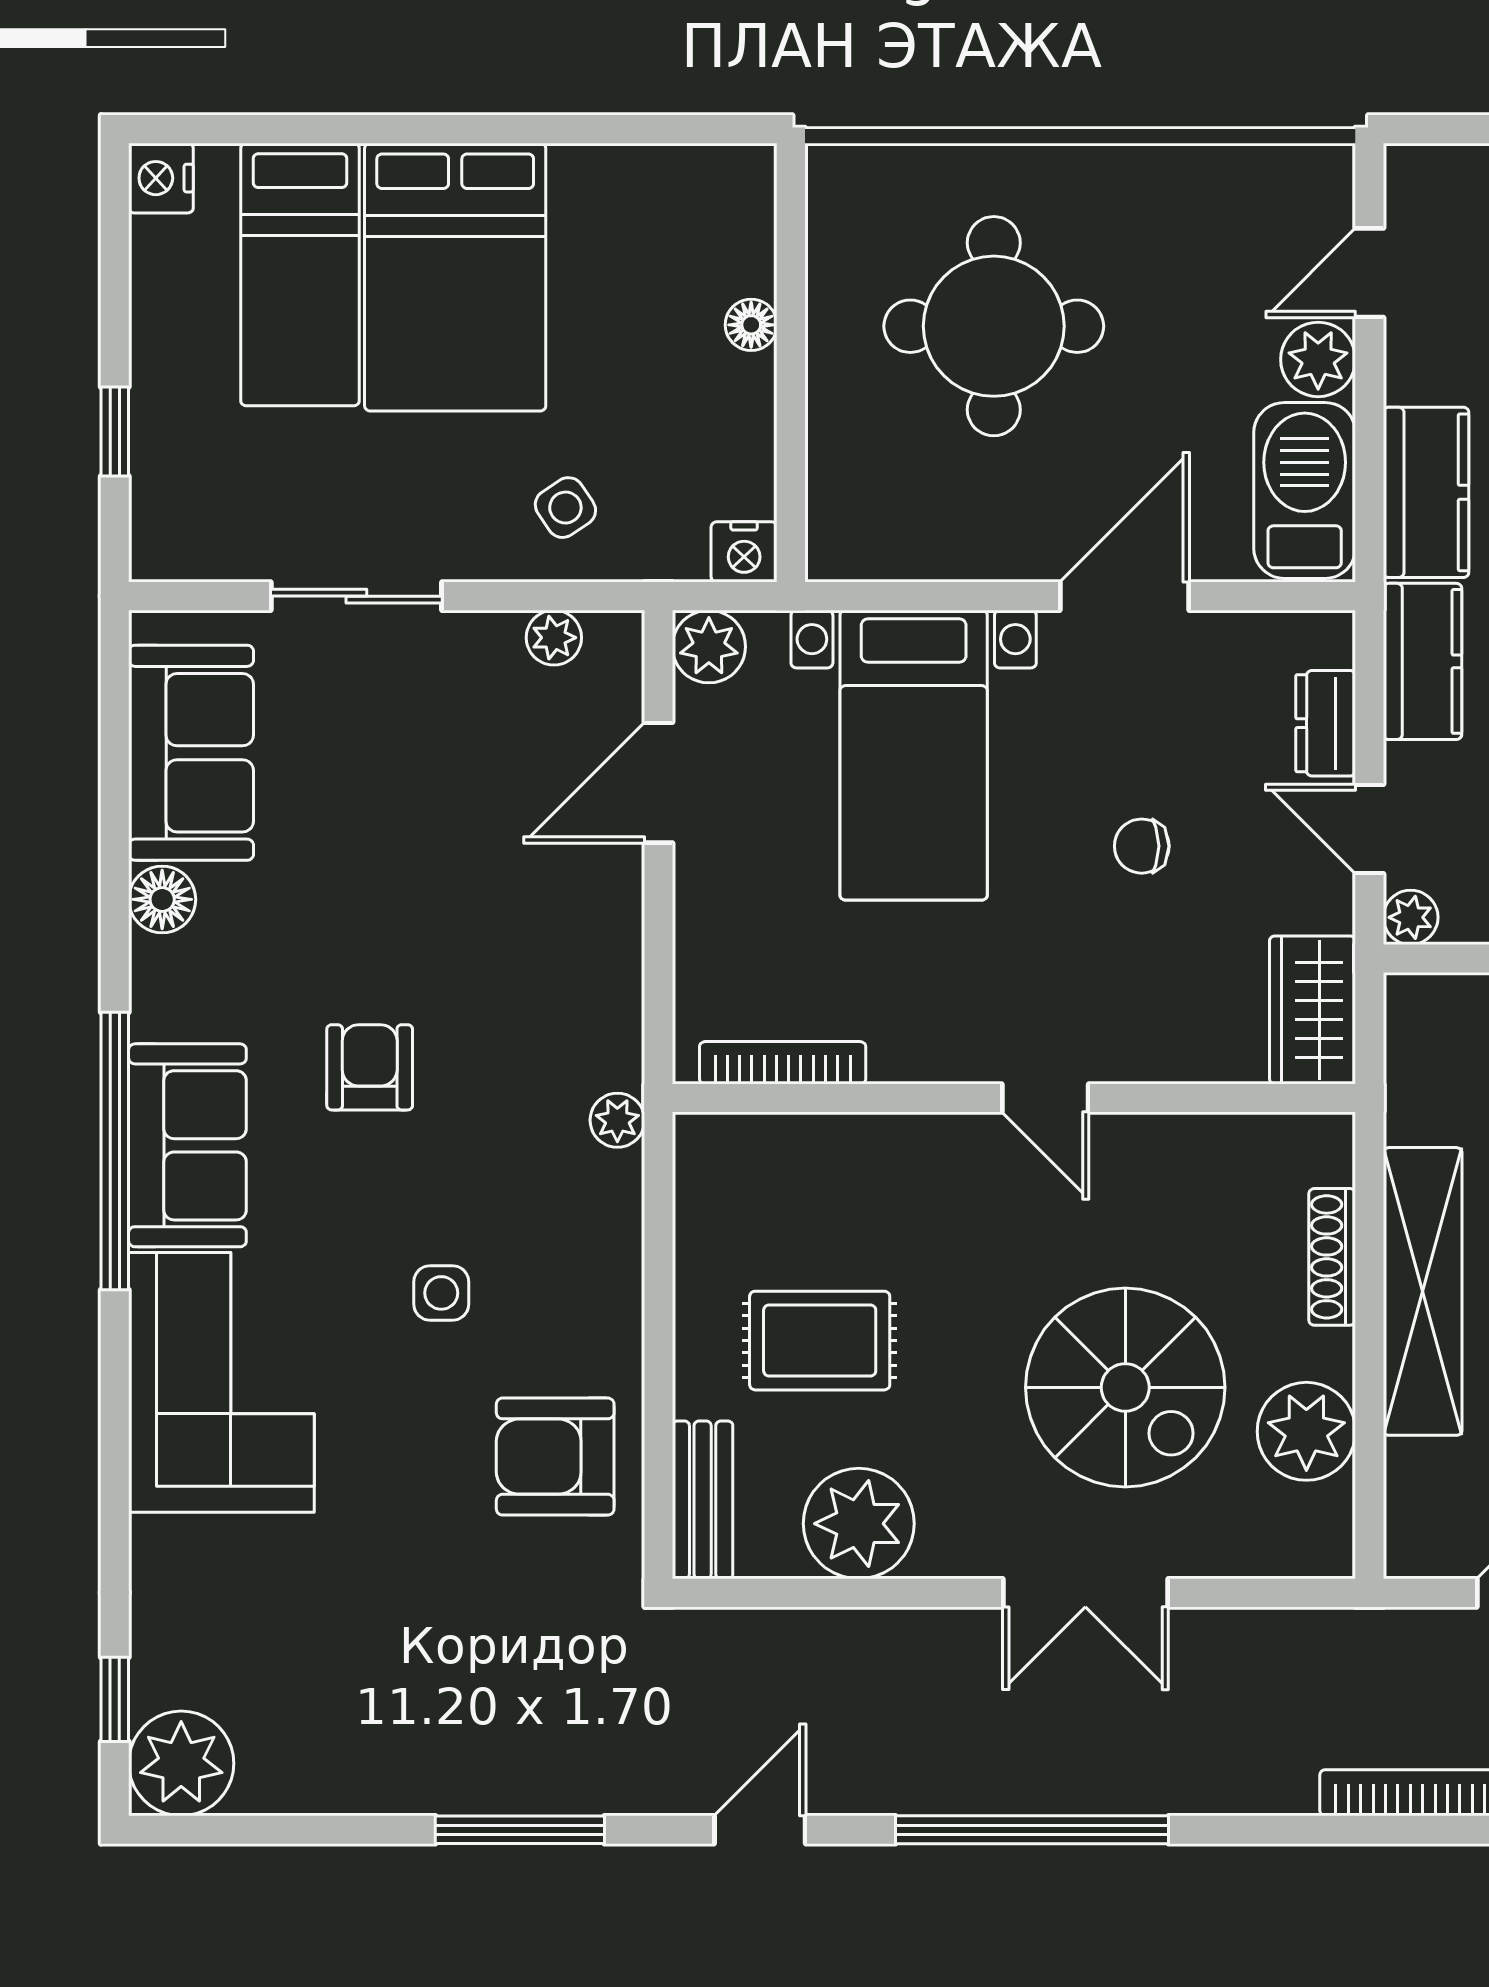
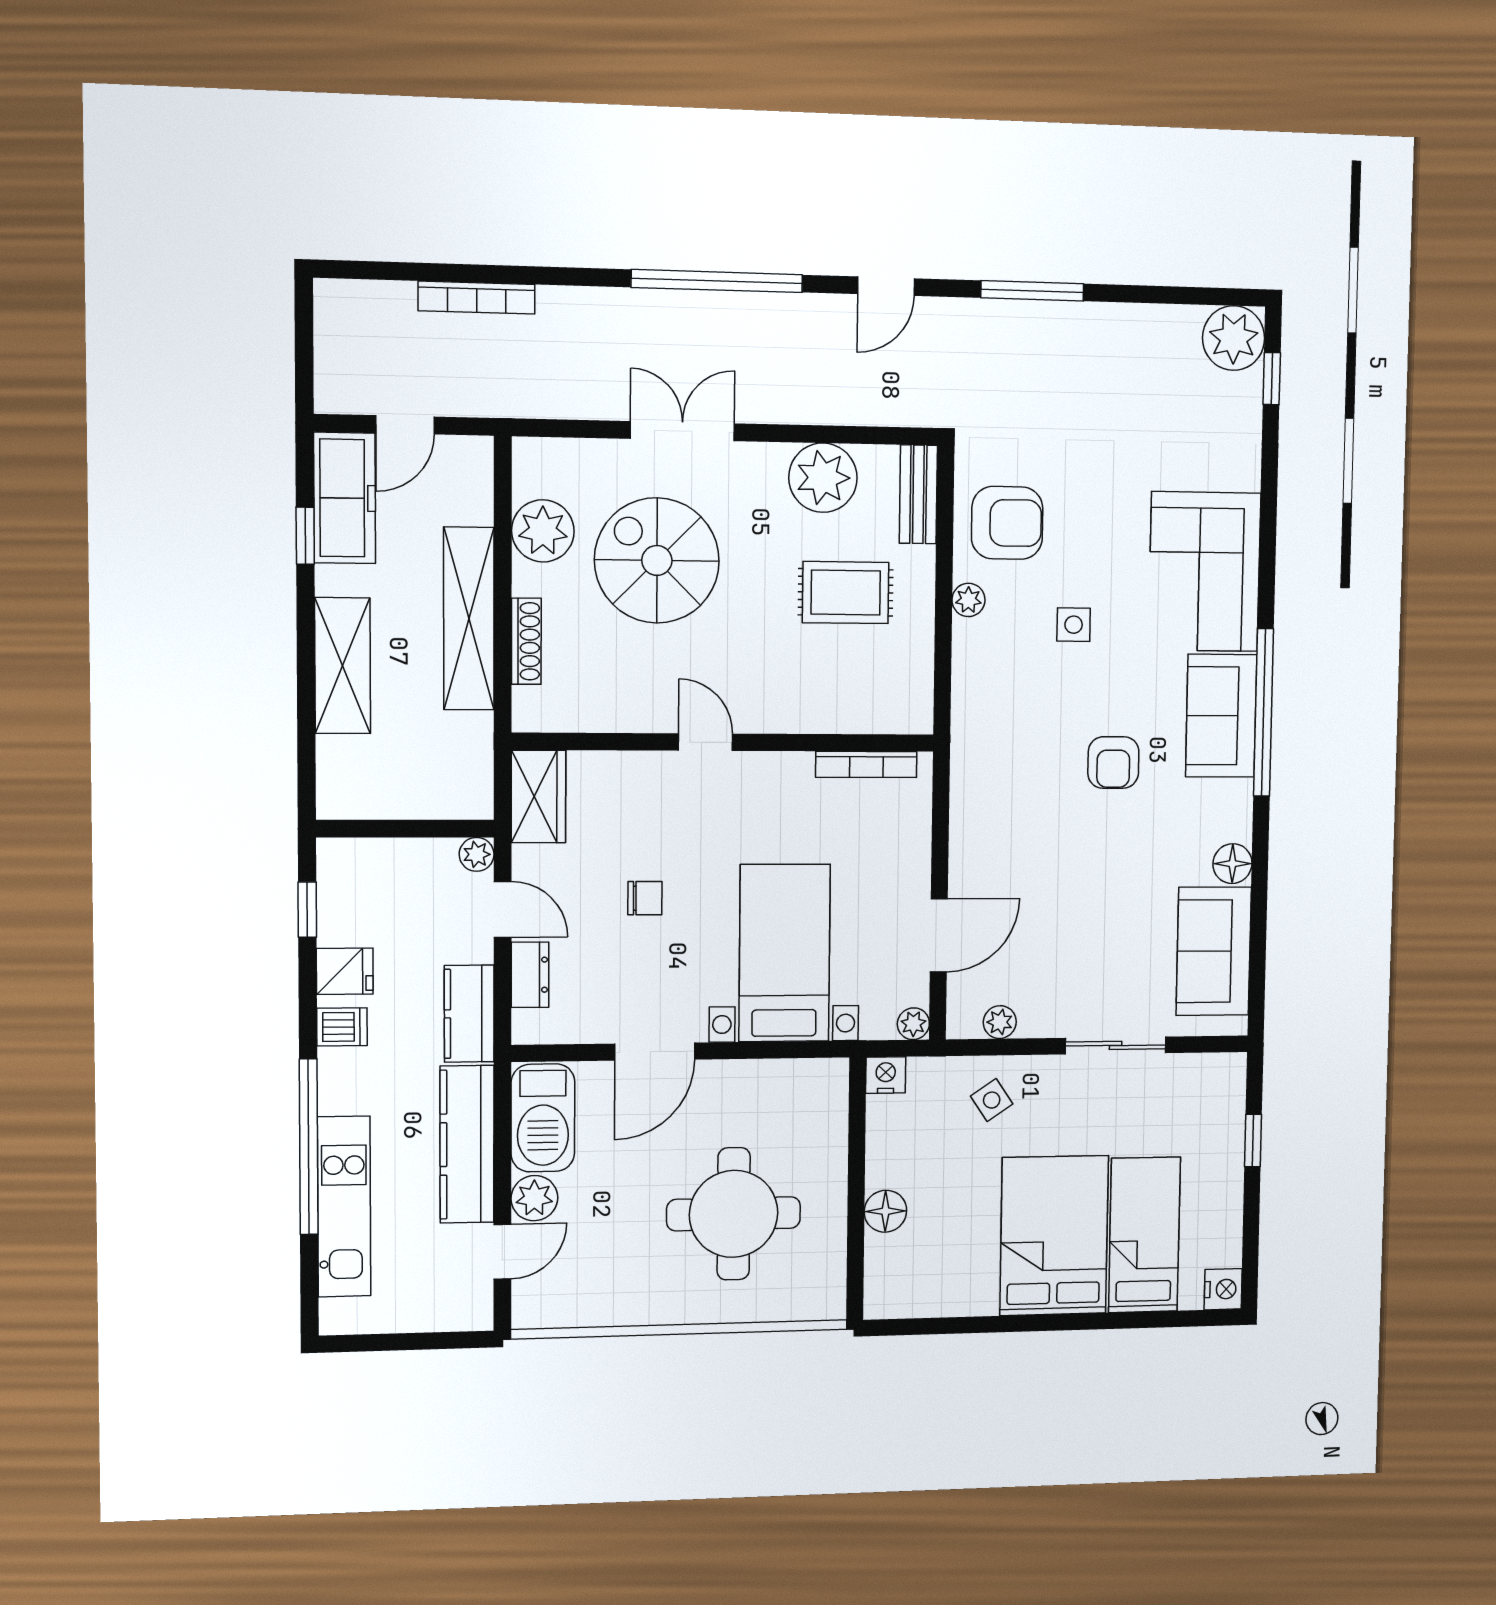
floor lamp: (751, 325) -> (885, 1211), width x1.37, depth x1.37
kitchen counter: (1426, 492) -> (467, 1144), width x1.50
plant: (709, 647) -> (913, 1024), width x0.73, depth x0.73
plant: (617, 1120) -> (968, 600), moved

